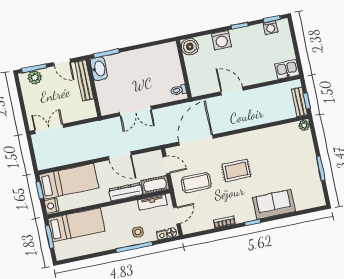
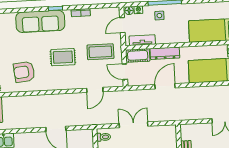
double door: (135, 111) -> (134, 125), moved
door: (196, 140) -> (95, 90), width x0.53
armchair: (276, 148) -> (24, 72), added
door: (120, 156) -> (165, 86), hinge flipped
sofa: (274, 204) -> (40, 21), width x1.36

